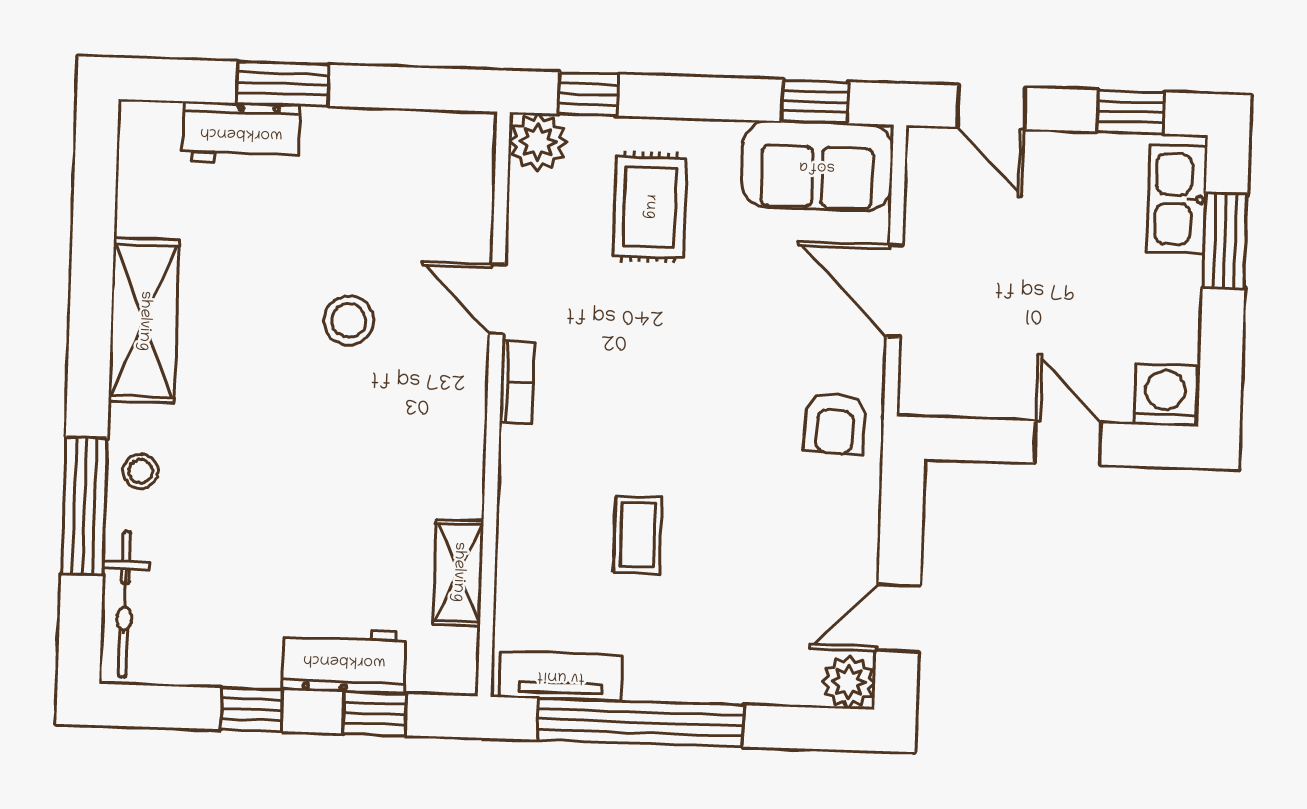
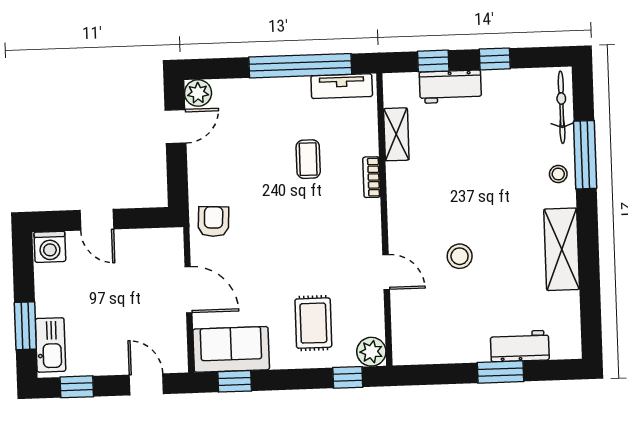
bookcase: (517, 382) -> (372, 177), moved

